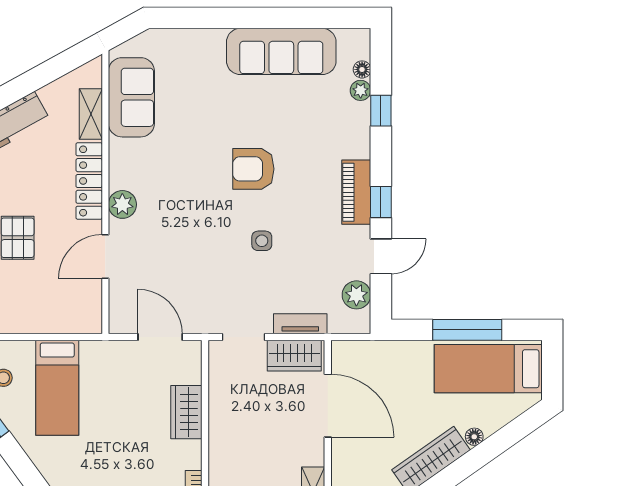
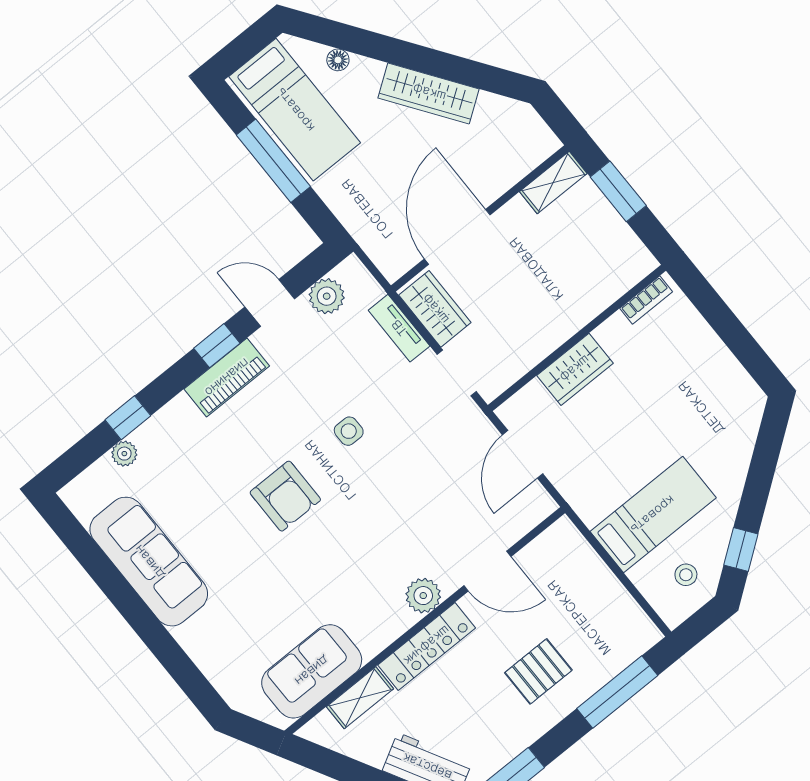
floor lamp: (362, 69) -> (103, 469), removed
floor lamp: (474, 437) -> (338, 60), moved

